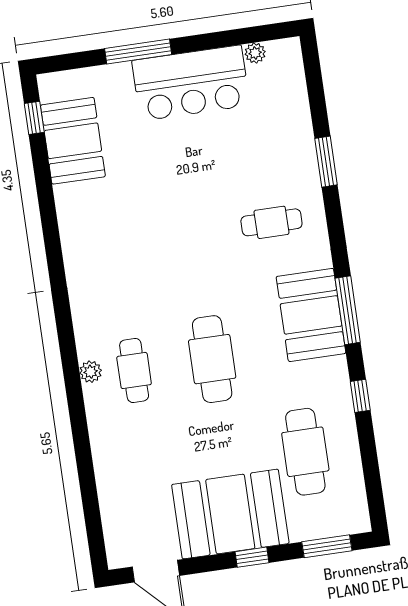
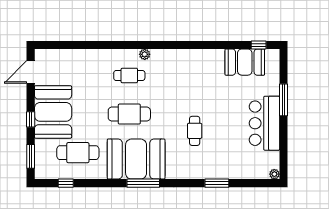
plant: (255, 53) -> (274, 174), moved
cafe table: (271, 222) -> (195, 131), moved
booth: (311, 315) -> (136, 159), width x1.36, depth x1.42
plant: (91, 372) -> (145, 54), moved
window: (360, 396) -> (66, 183), moved

